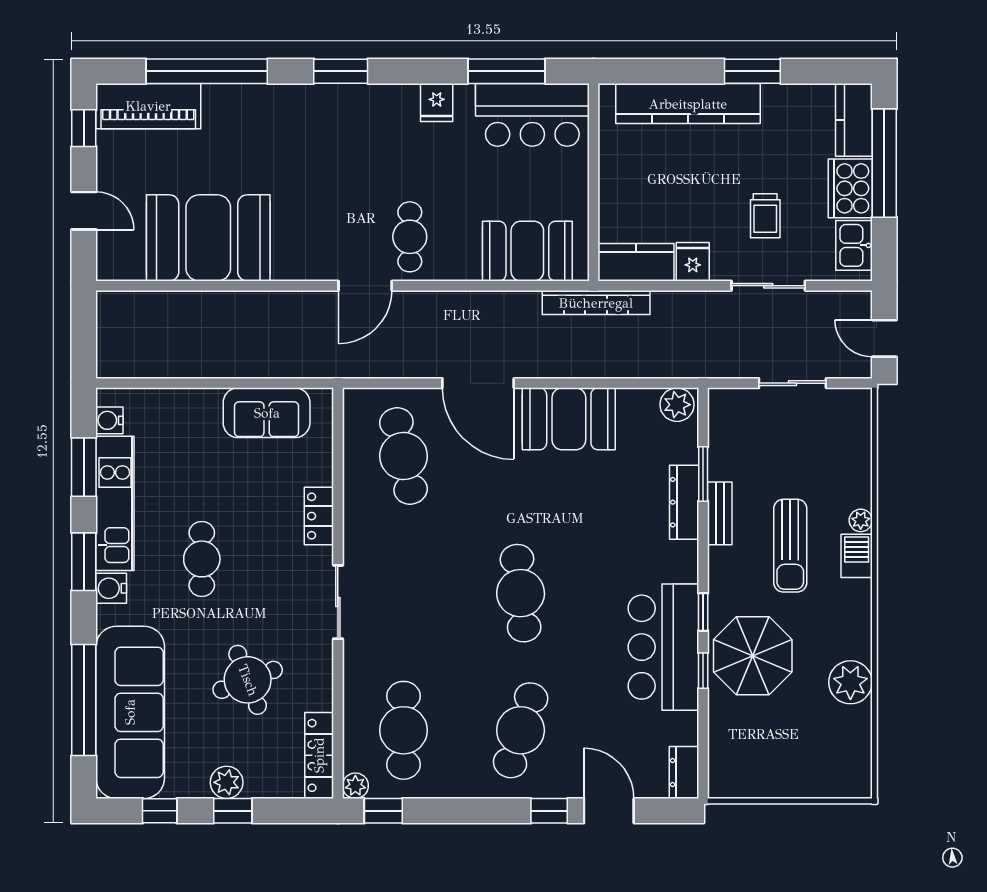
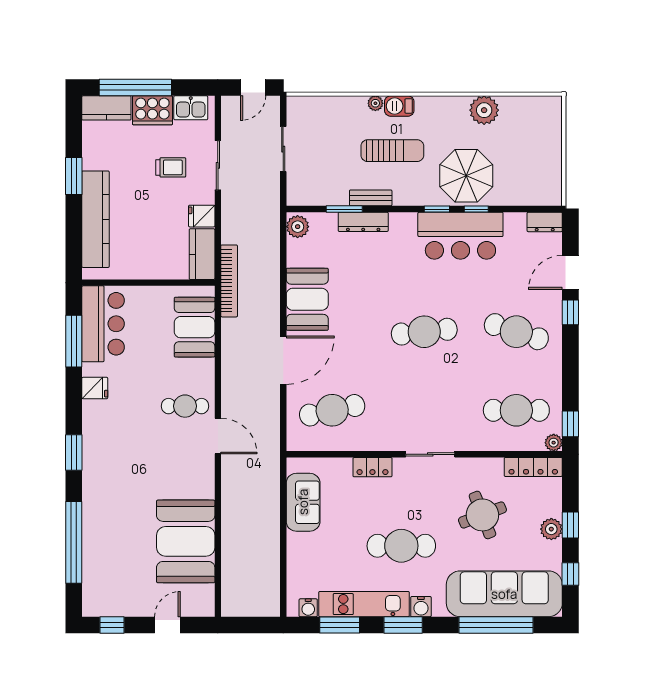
piano: (148, 106) -> (97, 582), removed
cafe table: (202, 559) -> (401, 546), width x1.37, depth x1.35

